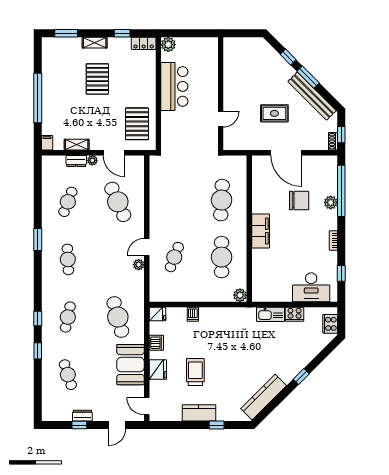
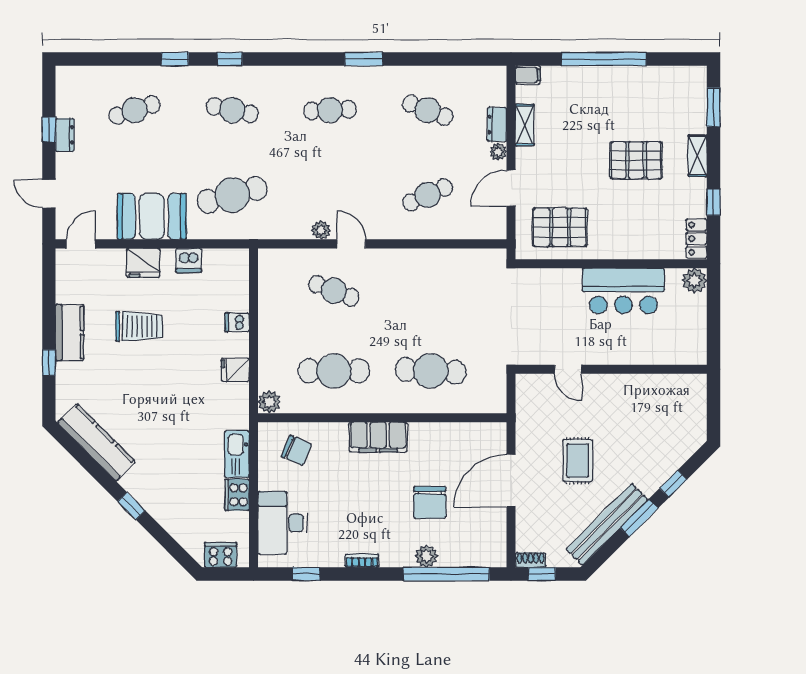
cafe table: (118, 202) -> (428, 195), width x0.73, depth x0.74
chair: (268, 279) -> (296, 450), added
fridge: (157, 314) -> (235, 370), moved, turned 90

